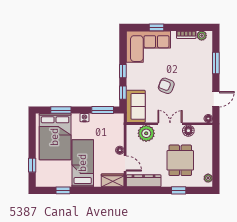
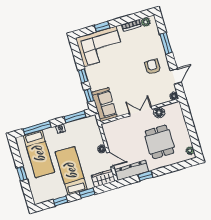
armchair: (166, 86) -> (153, 67), moved, turned 69
window: (61, 110) -> (37, 128), width x1.44
plant: (146, 133) -> (121, 126), removed
bed: (55, 137) -> (39, 154), width x0.67
window: (32, 165) -> (22, 174), moved
window: (92, 190) -> (87, 193), added
window: (179, 190) -> (146, 176), moved

